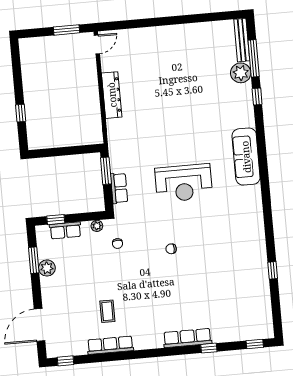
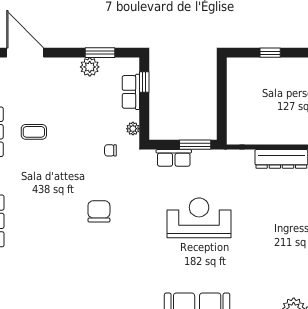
reception desk: (184, 183) -> (199, 218), moved, turned 90
chair: (171, 249) -> (99, 211), width x1.87, depth x1.87

